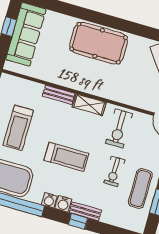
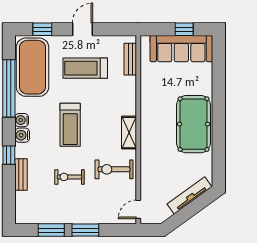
bench: (59, 95) -> (130, 59), moved
exercise mat: (140, 188) -> (60, 208), removed
bench: (85, 211) -> (21, 174), moved

